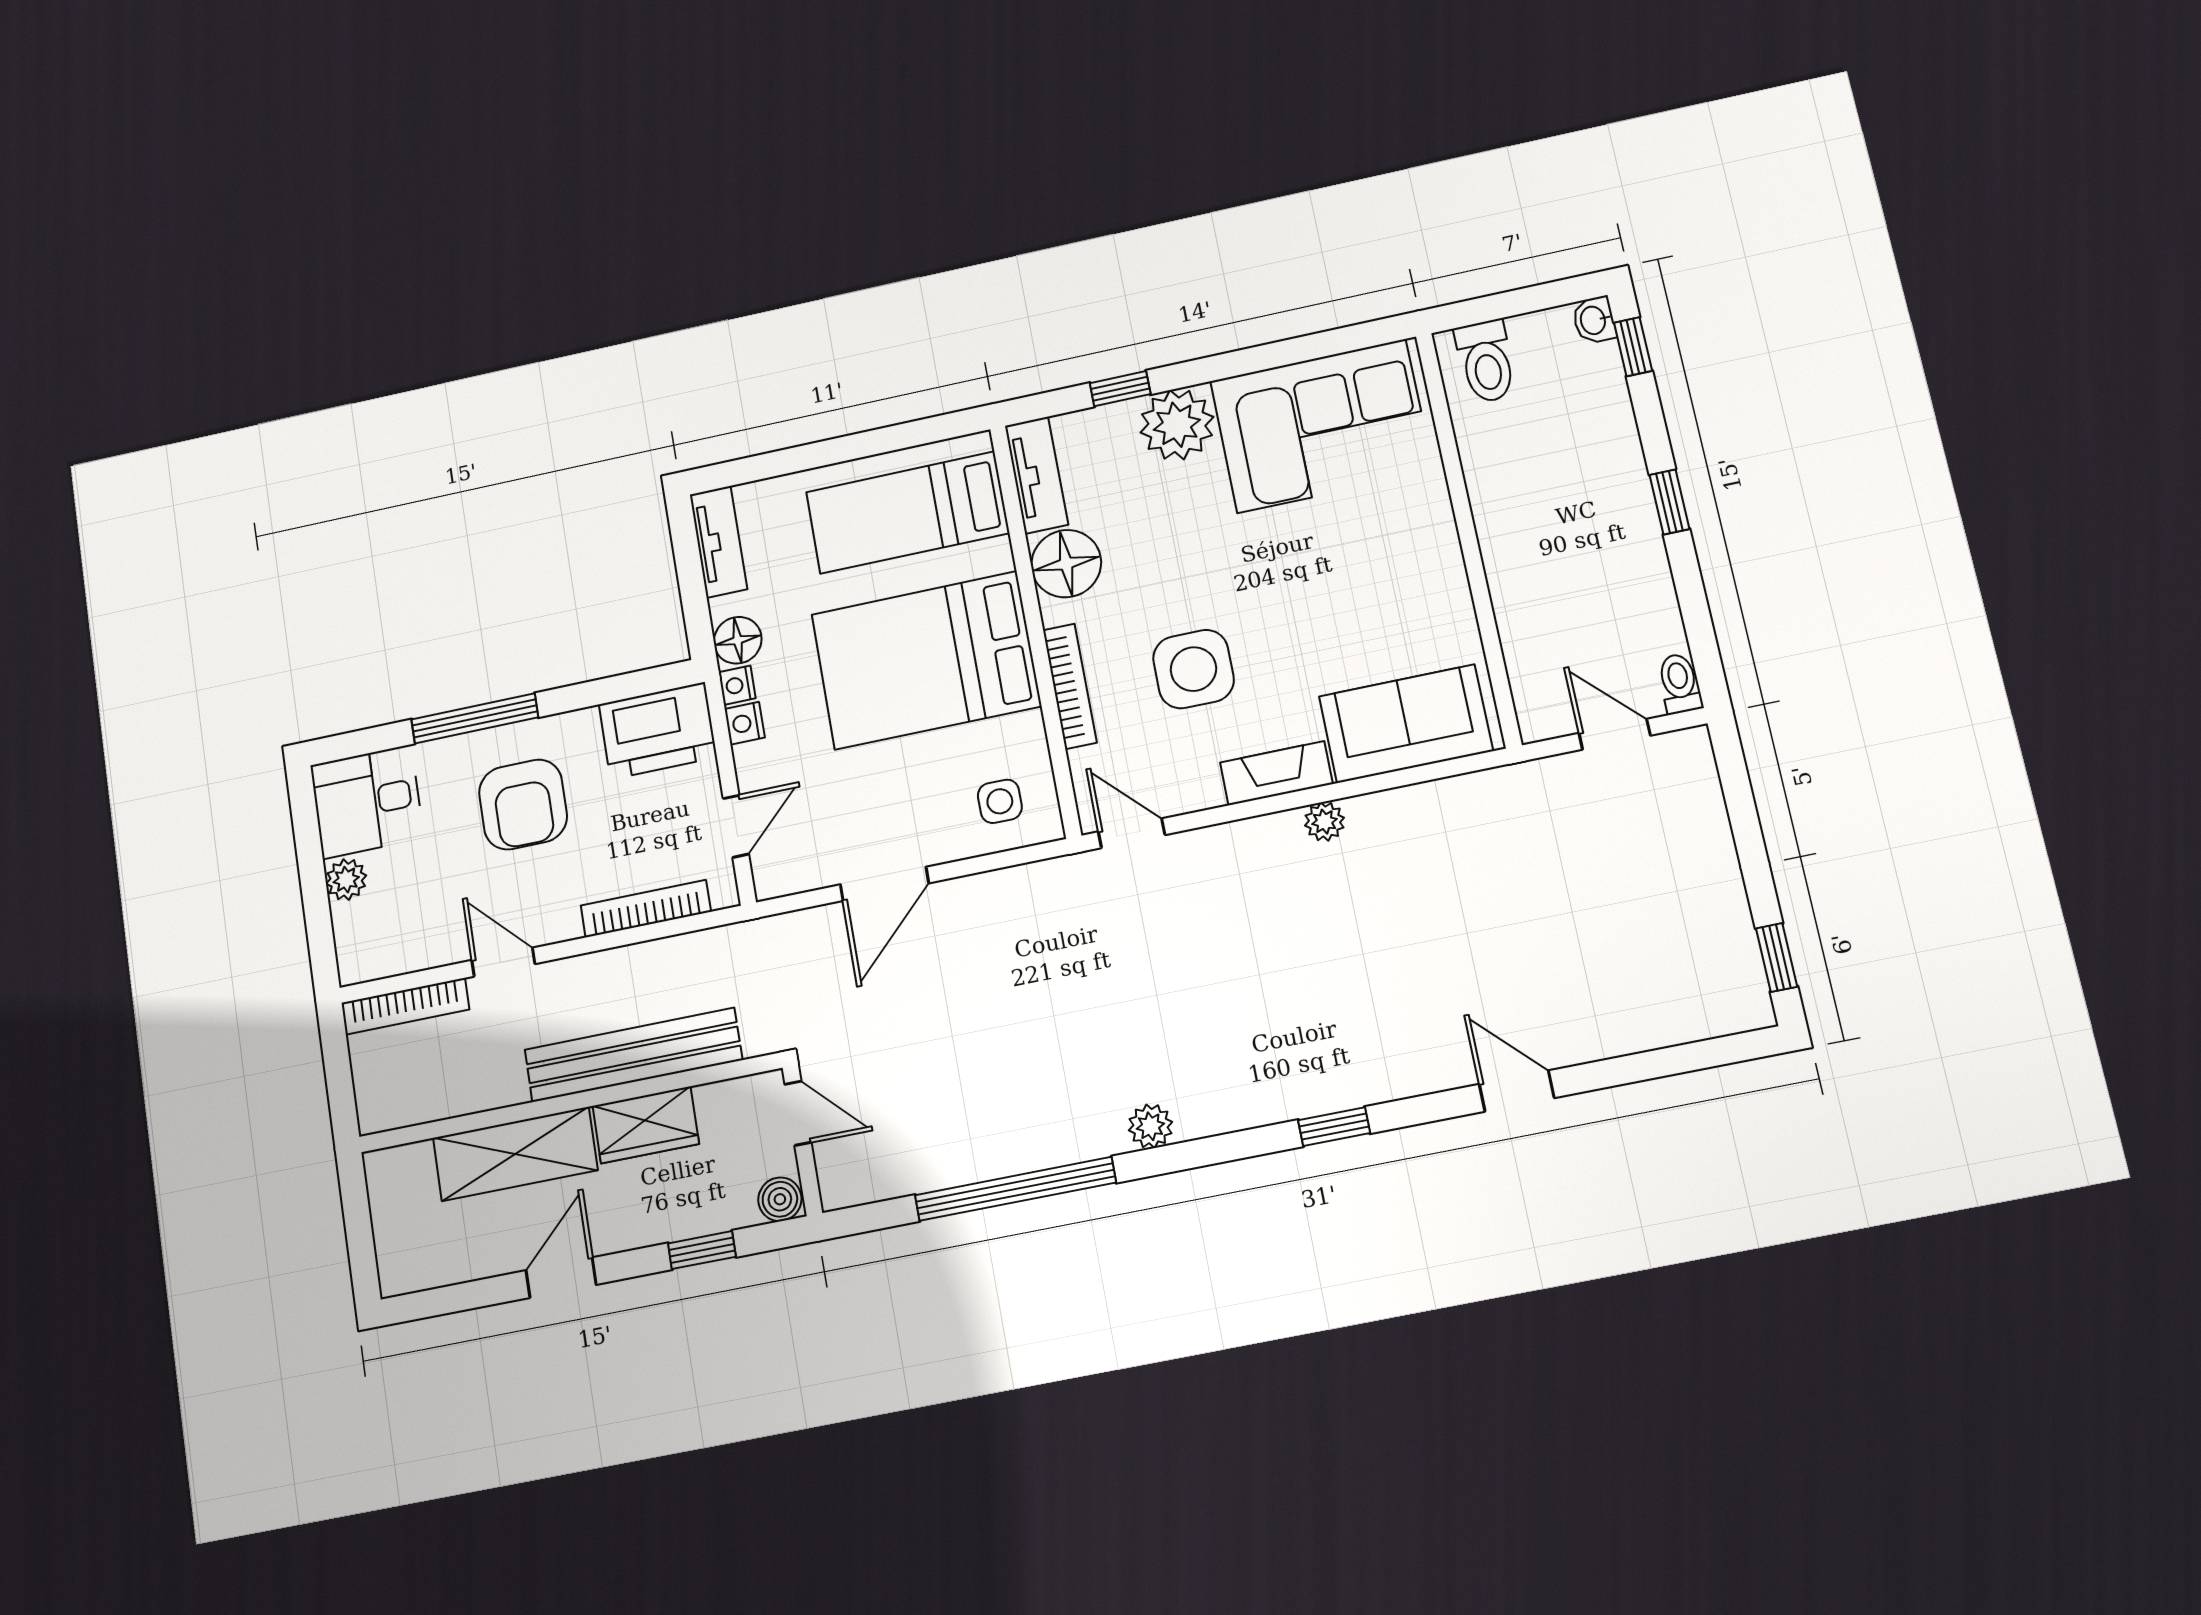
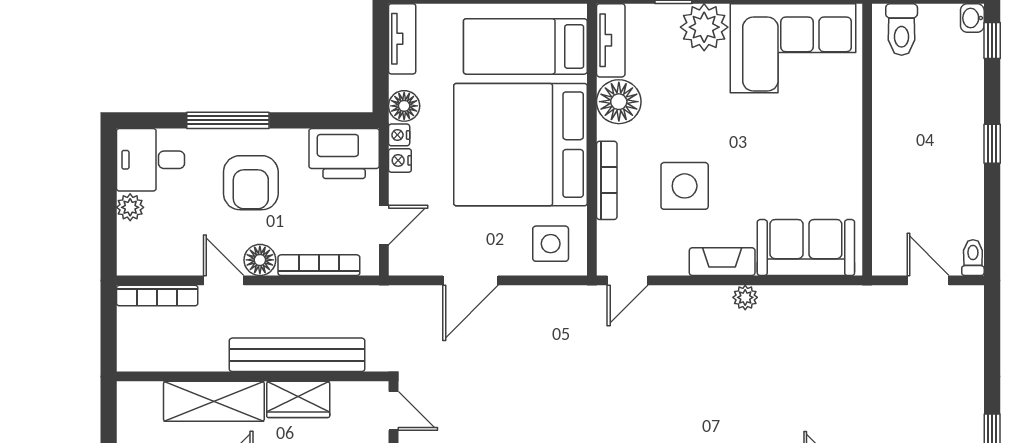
bed: (926, 660) -> (520, 145), width x1.36
side table: (1000, 801) -> (551, 244), width x1.37, depth x1.37
door: (1132, 833) -> (628, 280), swing flipped
floor lamp: (554, 919) -> (260, 260), added

